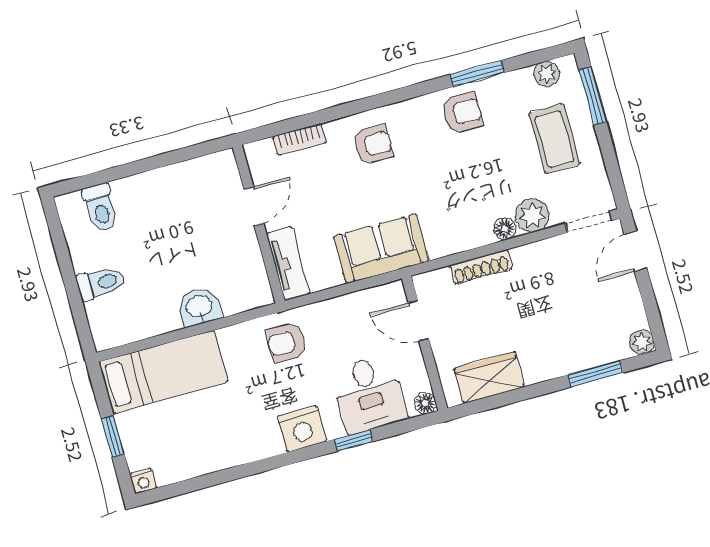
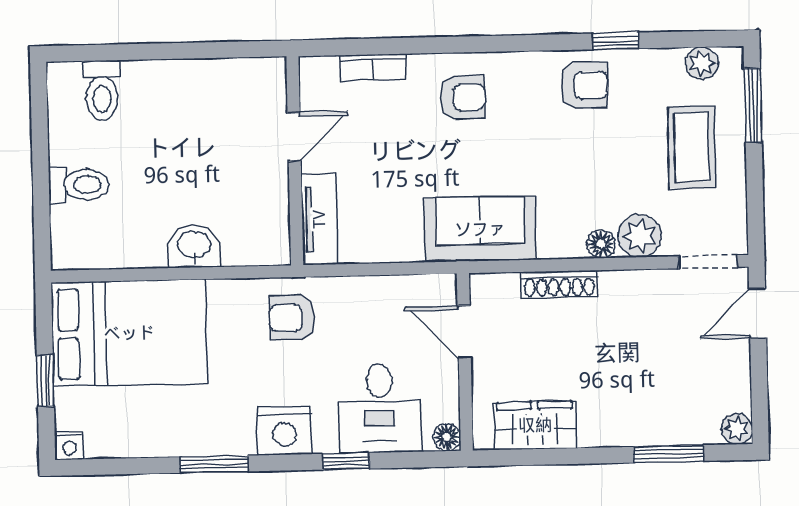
window: (477, 73) -> (616, 41), width x0.67
sofa: (381, 249) -> (480, 229), moved
bed: (163, 372) -> (129, 333), width x1.50
window: (256, 467) -> (214, 464), added

